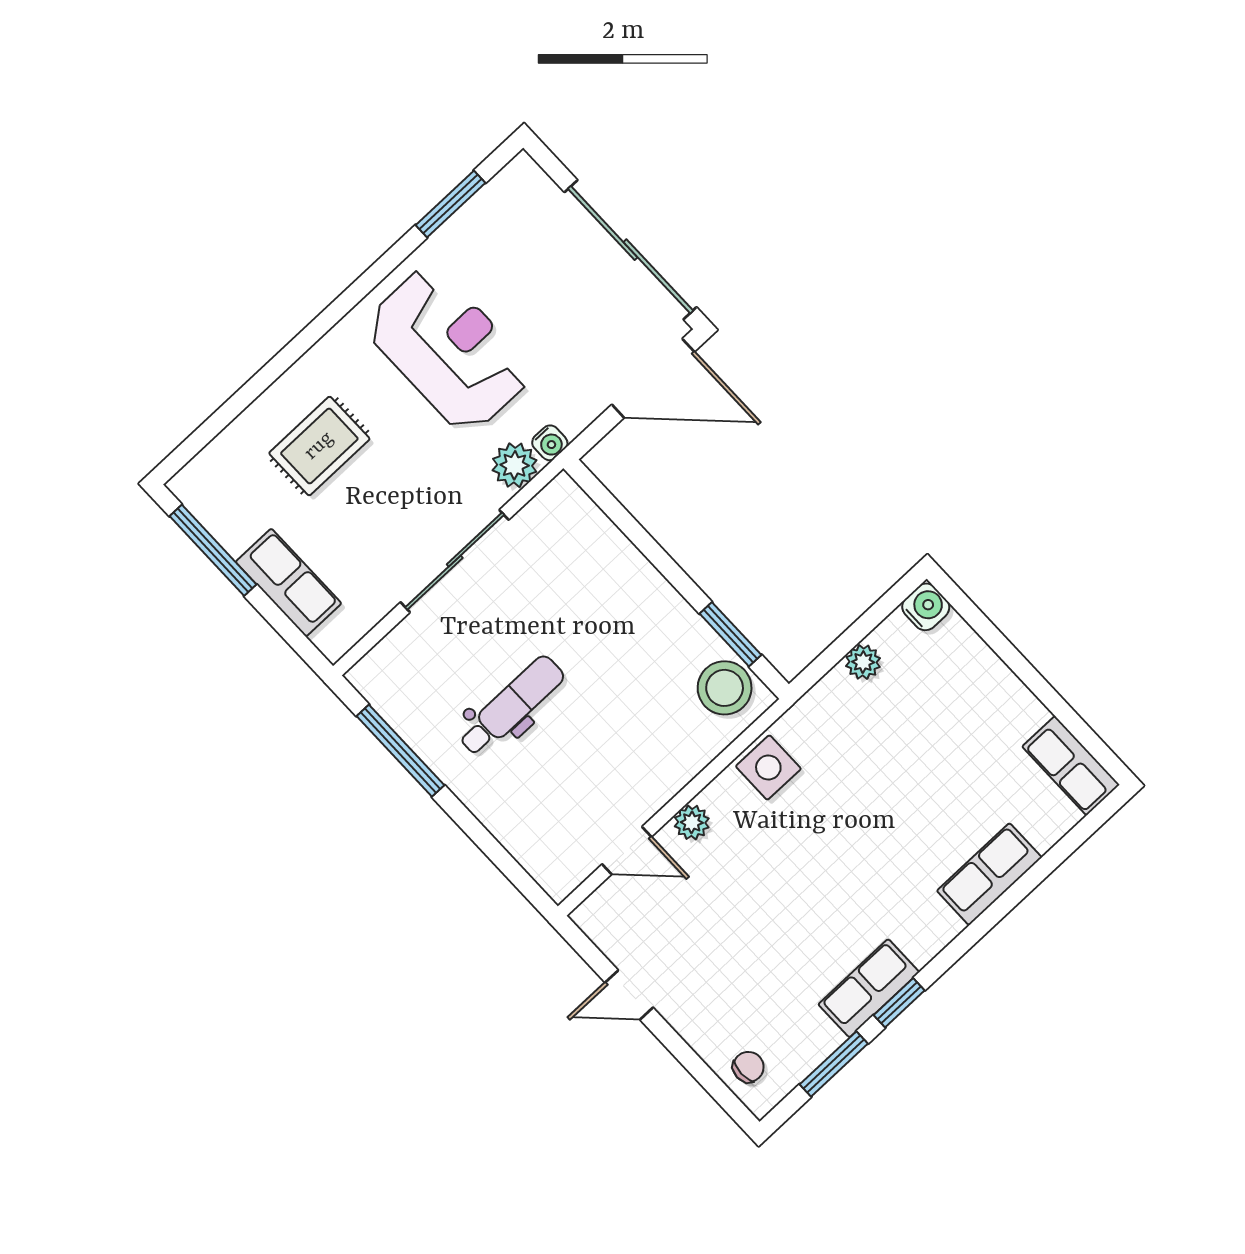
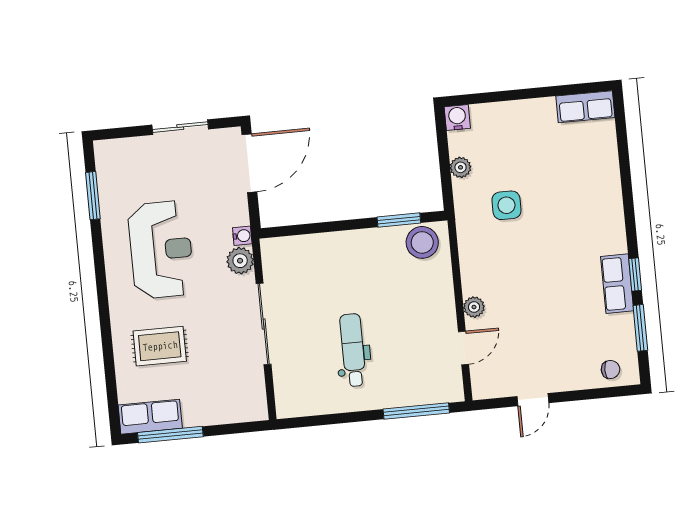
sliding door: (631, 250) -> (180, 127), width x0.54
reception desk: (449, 349) -> (161, 250), turned 90
rug: (319, 446) -> (160, 346), turned 90
row of seats: (289, 583) -> (150, 417), moved
window: (400, 751) -> (416, 411), moved
side table: (768, 767) -> (506, 205), moved
row of seats: (989, 874) -> (607, 185), removed
chair: (748, 1067) -> (610, 369), turned 90

